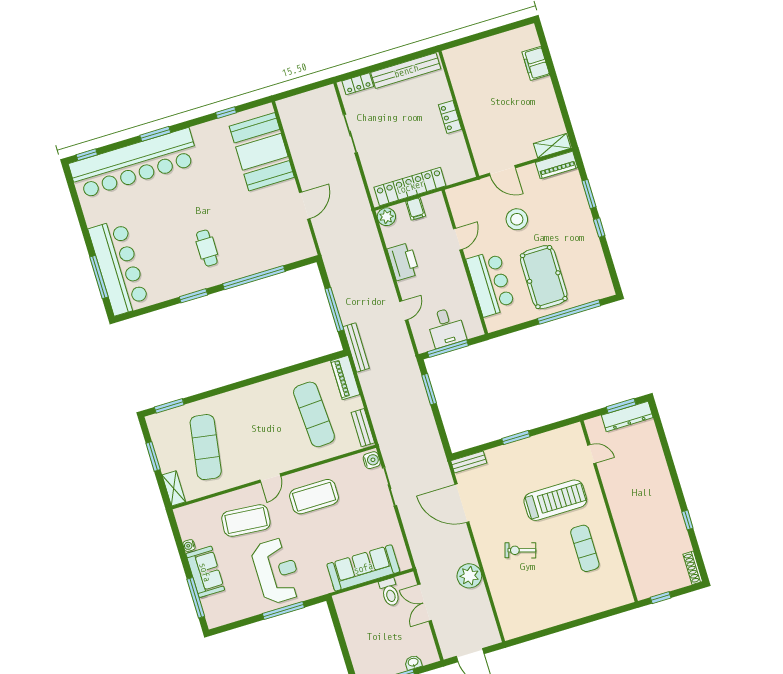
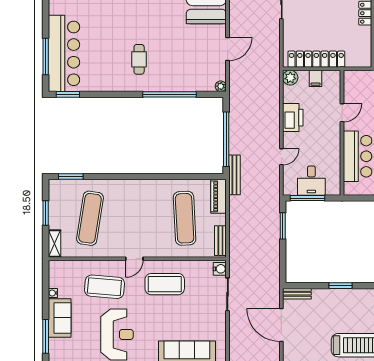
plant: (310, 251) -> (221, 86), added
window: (193, 296) -> (68, 94), moved
window: (334, 309) -> (226, 139), width x1.46

